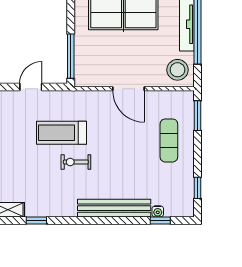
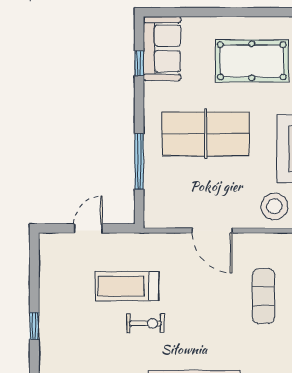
window: (71, 56) -> (139, 161), moved
exercise bike: (76, 162) -> (145, 323), turned 180

